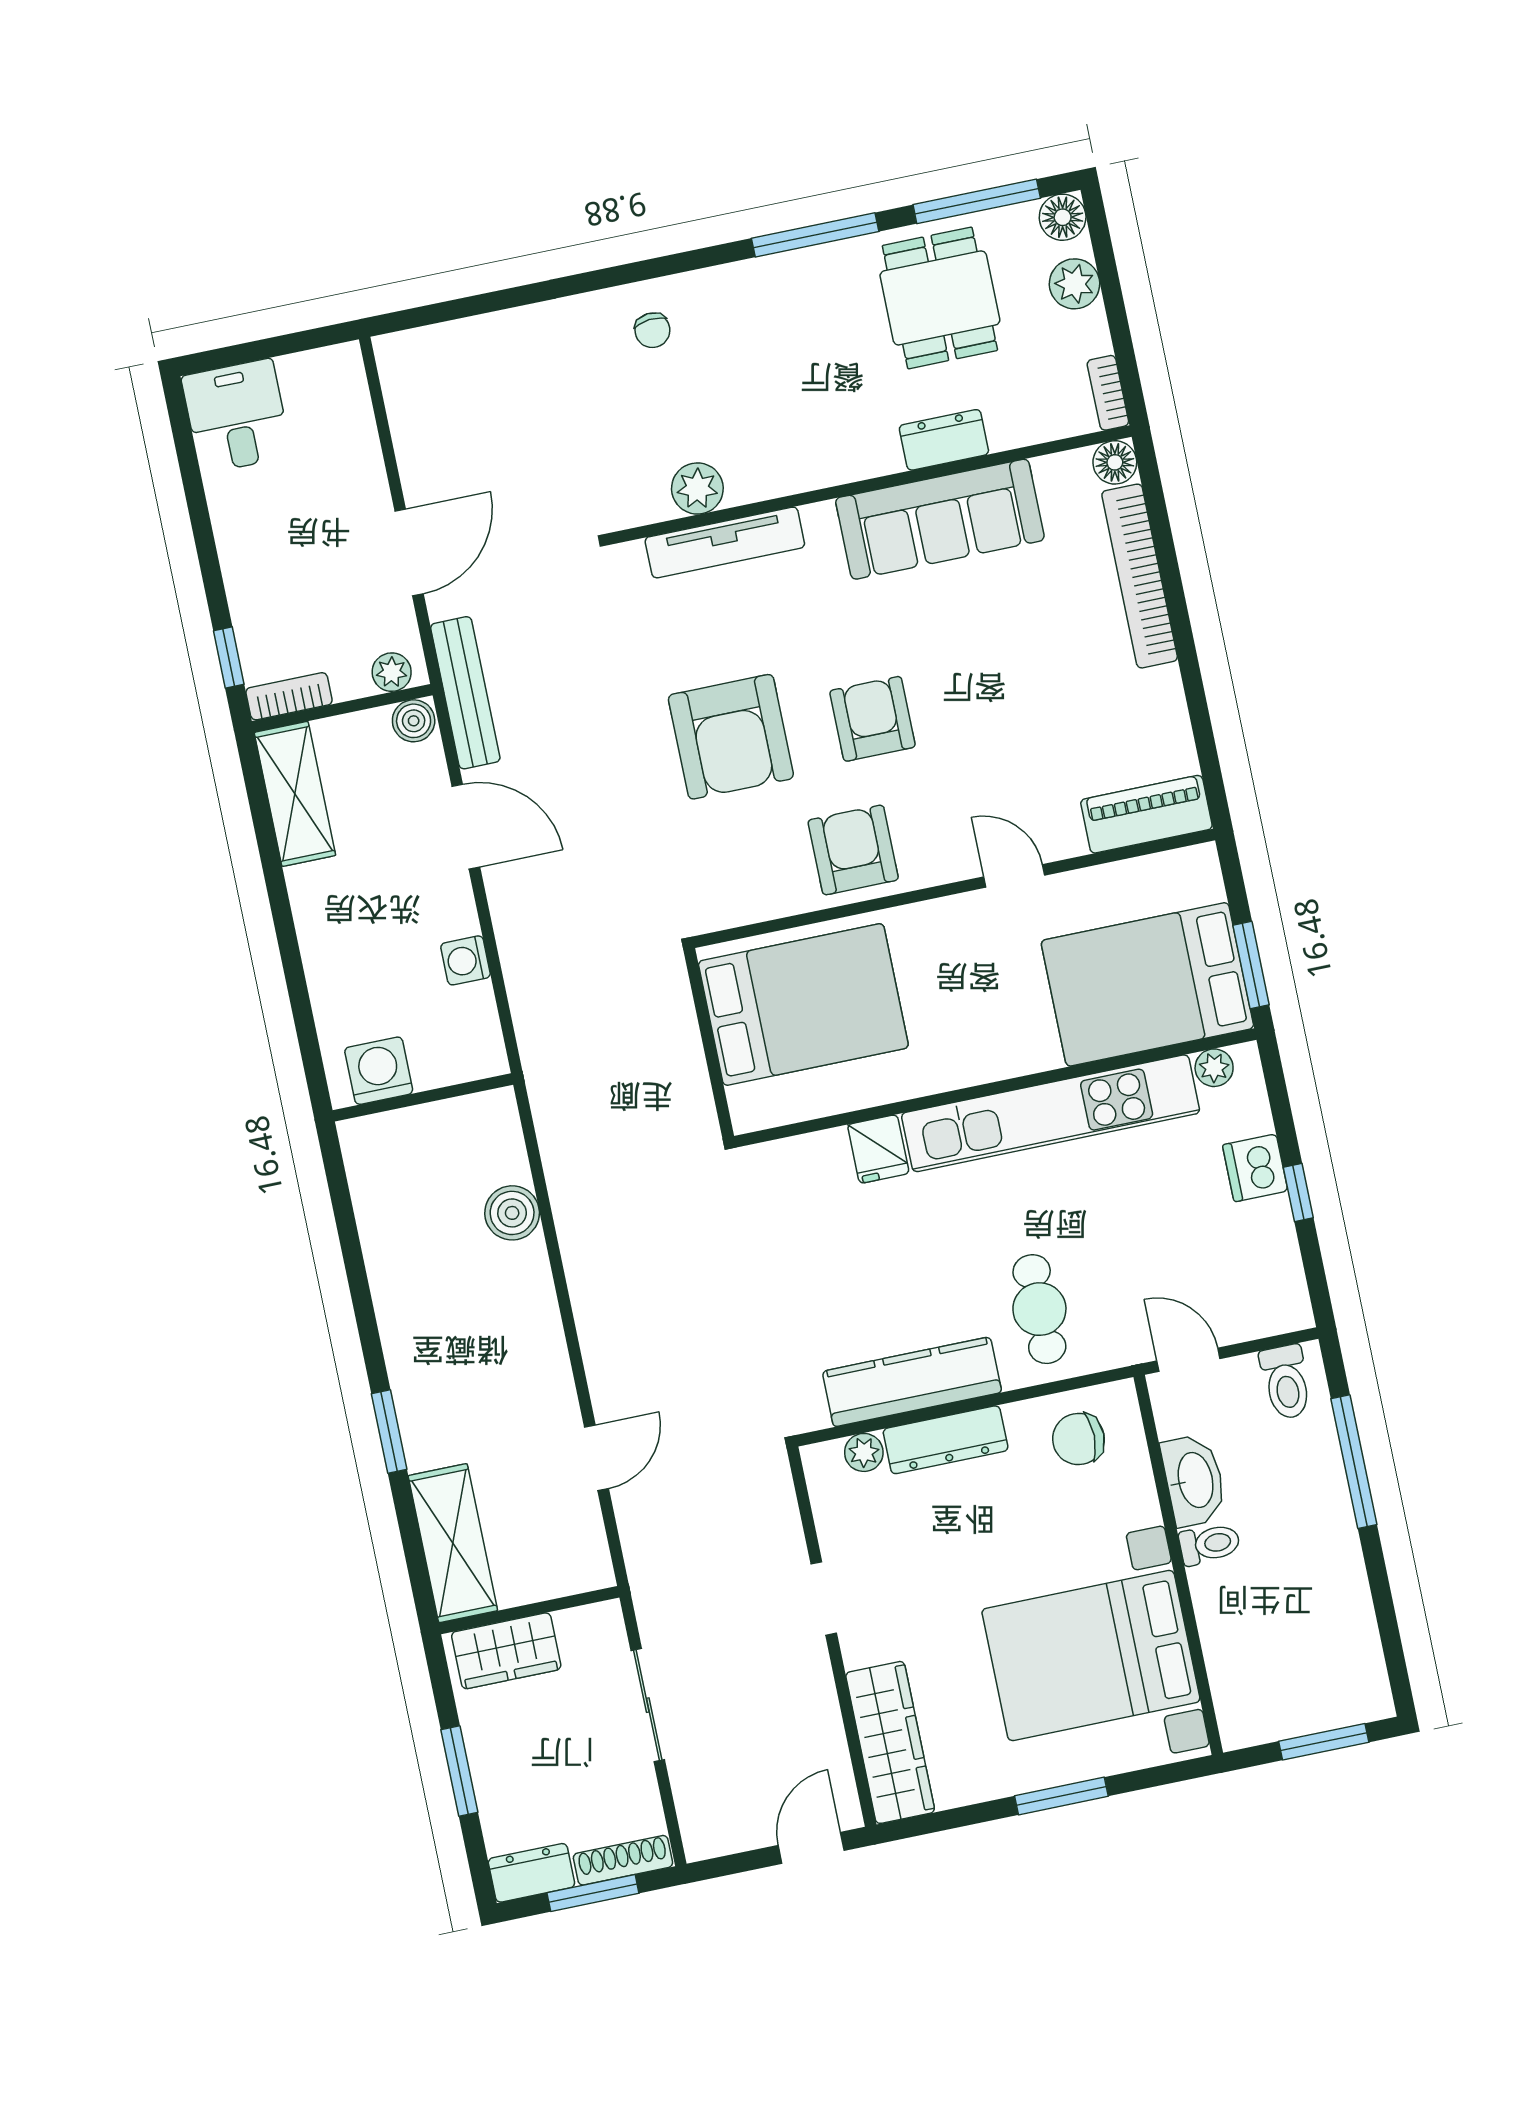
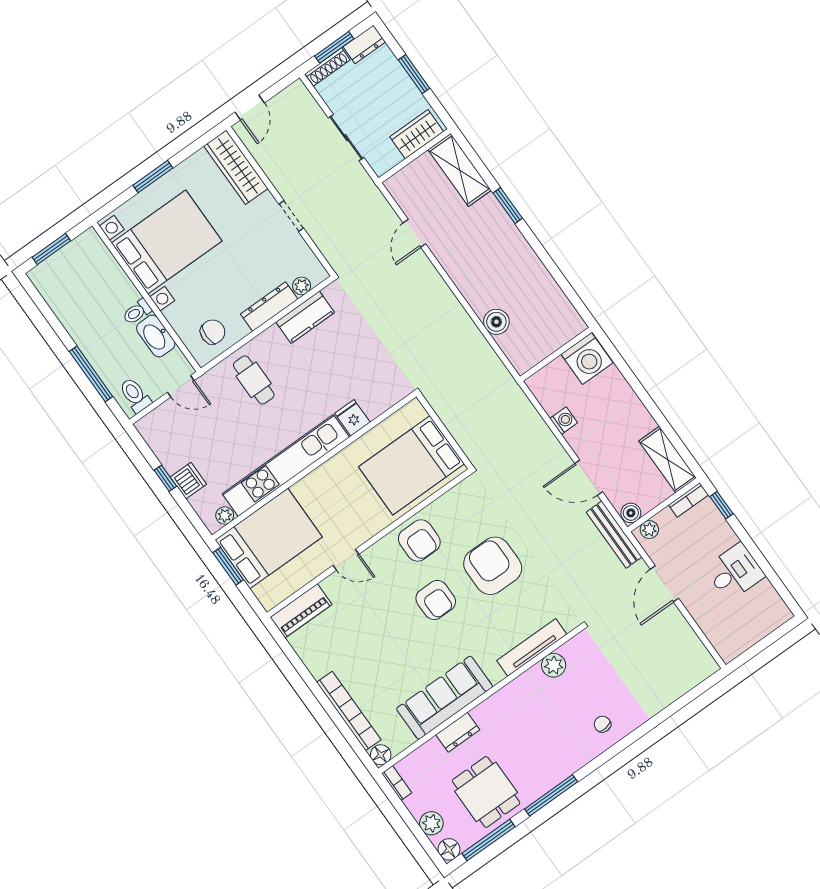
desk: (237, 416) -> (735, 572), moved, turned -90
washing machine: (379, 1071) -> (587, 359), width x1.37, depth x1.37
kitchen counter: (912, 1382) -> (305, 317), width x0.67

